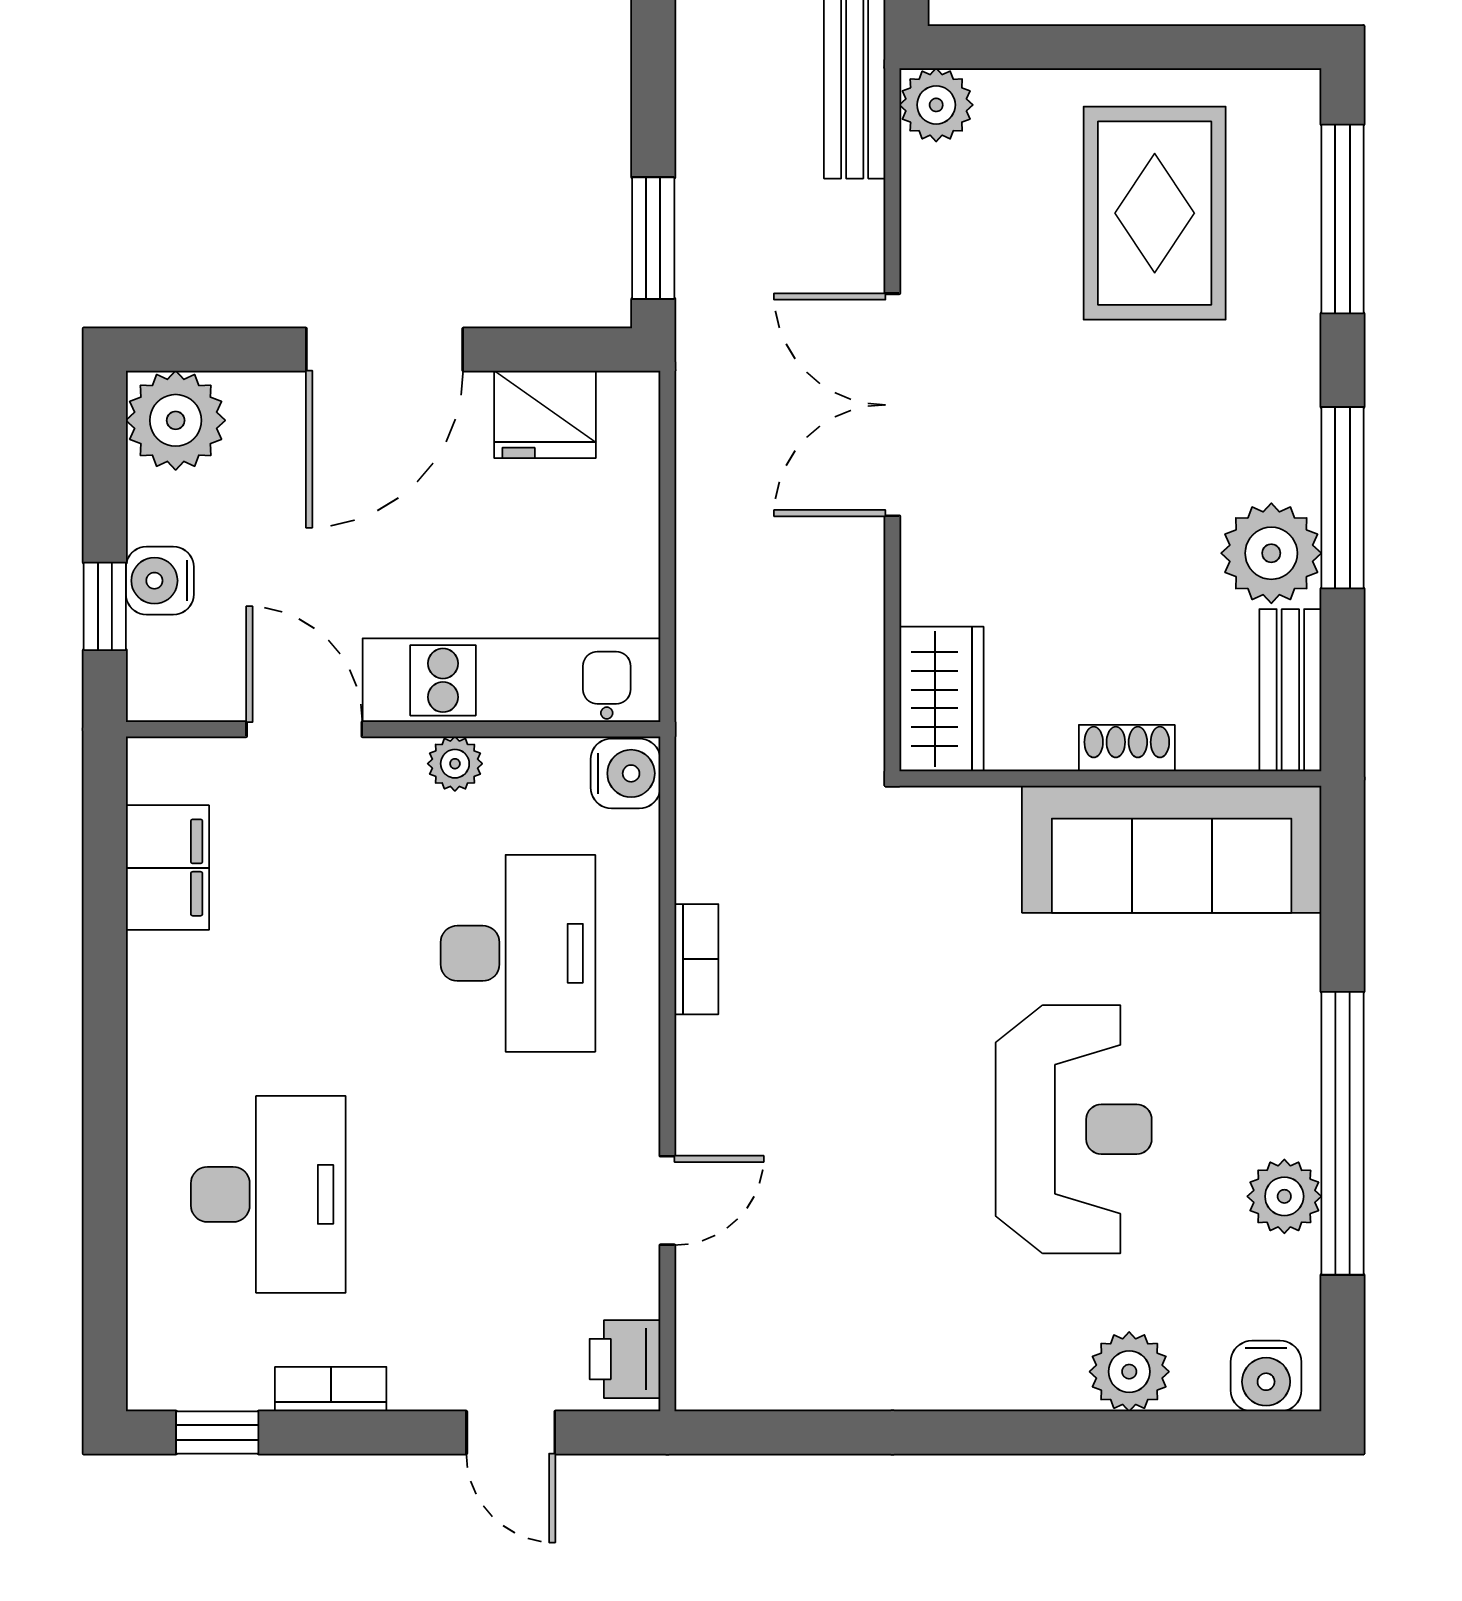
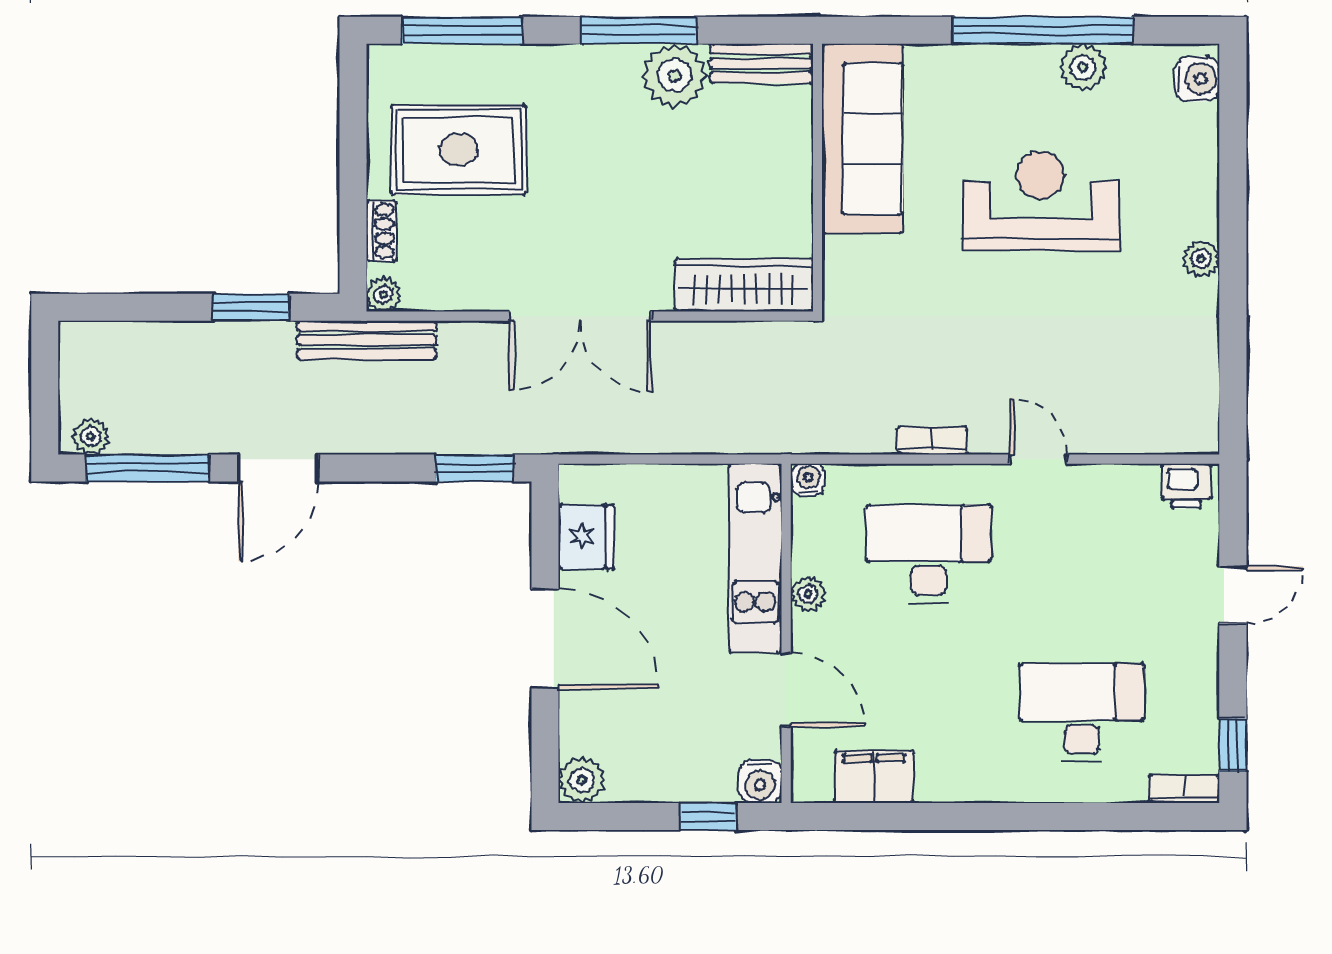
plant: (936, 105) -> (383, 295), width x0.73, depth x0.73
plant: (176, 420) -> (582, 780), width x0.73, depth x0.73
water cooler: (160, 581) -> (760, 781), moved
wardrobe: (941, 699) -> (744, 285), width x1.50
door: (304, 729) -> (786, 690), swing flipped
shoe rack: (1127, 748) -> (381, 231), moved, turned 180
water cooler: (625, 773) -> (808, 480), width x0.72, depth x0.72
door: (667, 1200) -> (1038, 459), moved
plant: (1129, 1372) -> (1201, 259), moved, width x0.73, depth x0.73
bookcase: (331, 1389) -> (1184, 789), moved, turned 90
door: (511, 1432) -> (1233, 595), moved

